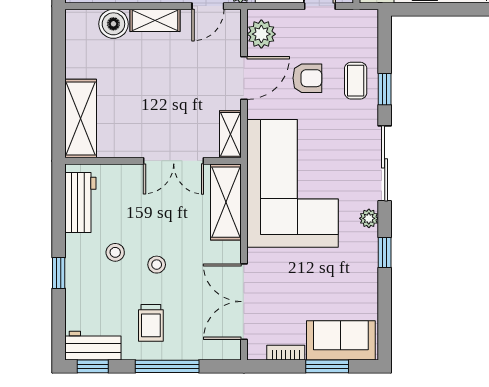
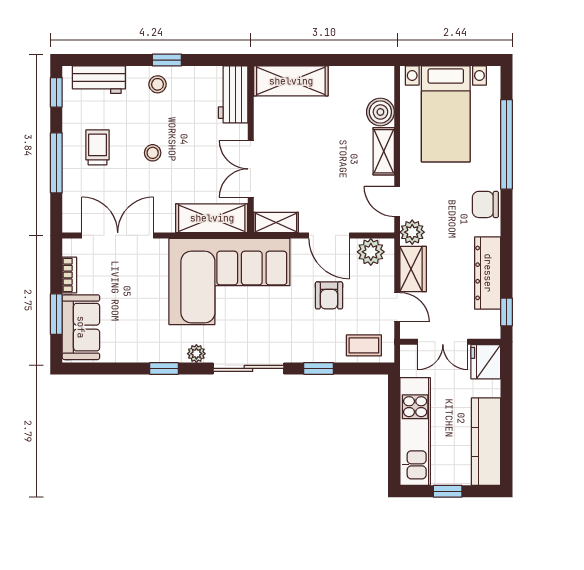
coffee table: (356, 81) -> (364, 345), moved
workbench: (80, 203) -> (233, 94), moved, turned 90
stool: (115, 252) -> (158, 84), moved
window: (59, 273) -> (167, 60), moved
trolley: (151, 323) -> (97, 147), turned 90
workbench: (93, 346) -> (99, 80), moved, turned 90

